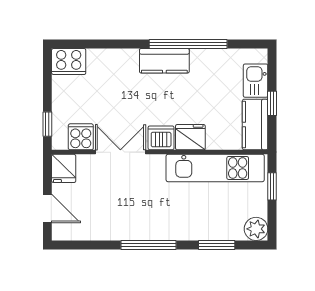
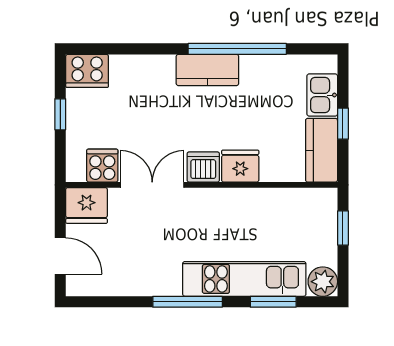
window: (47, 124) -> (60, 114), moved
fridge: (64, 168) -> (87, 205), width x1.38
kitchen unit: (215, 168) -> (244, 279), moved, turned 180

